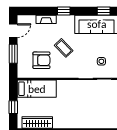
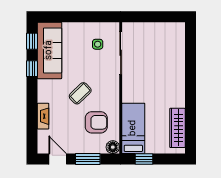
window: (64, 11) -> (32, 69), moved
armchair: (41, 60) -> (96, 122), turned 90
floor lamp: (22, 73) -> (113, 147), added
window: (13, 107) -> (144, 159), moved

